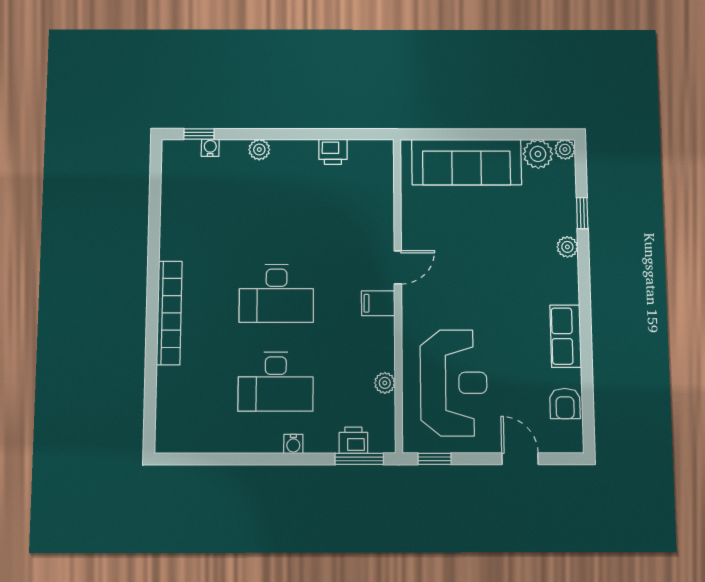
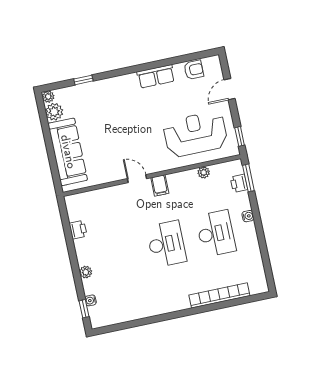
plant: (567, 247) -> (105, 85), removed
bookcase: (169, 313) -> (219, 295), moved

